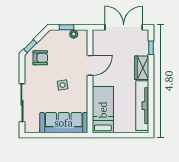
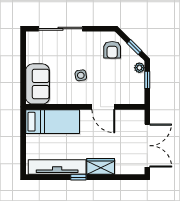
plant: (74, 34) -> (139, 68), moved
window: (30, 46) -> (134, 47), moved
window: (151, 48) -> (78, 177), moved
sofa: (64, 123) -> (38, 84), width x0.73

